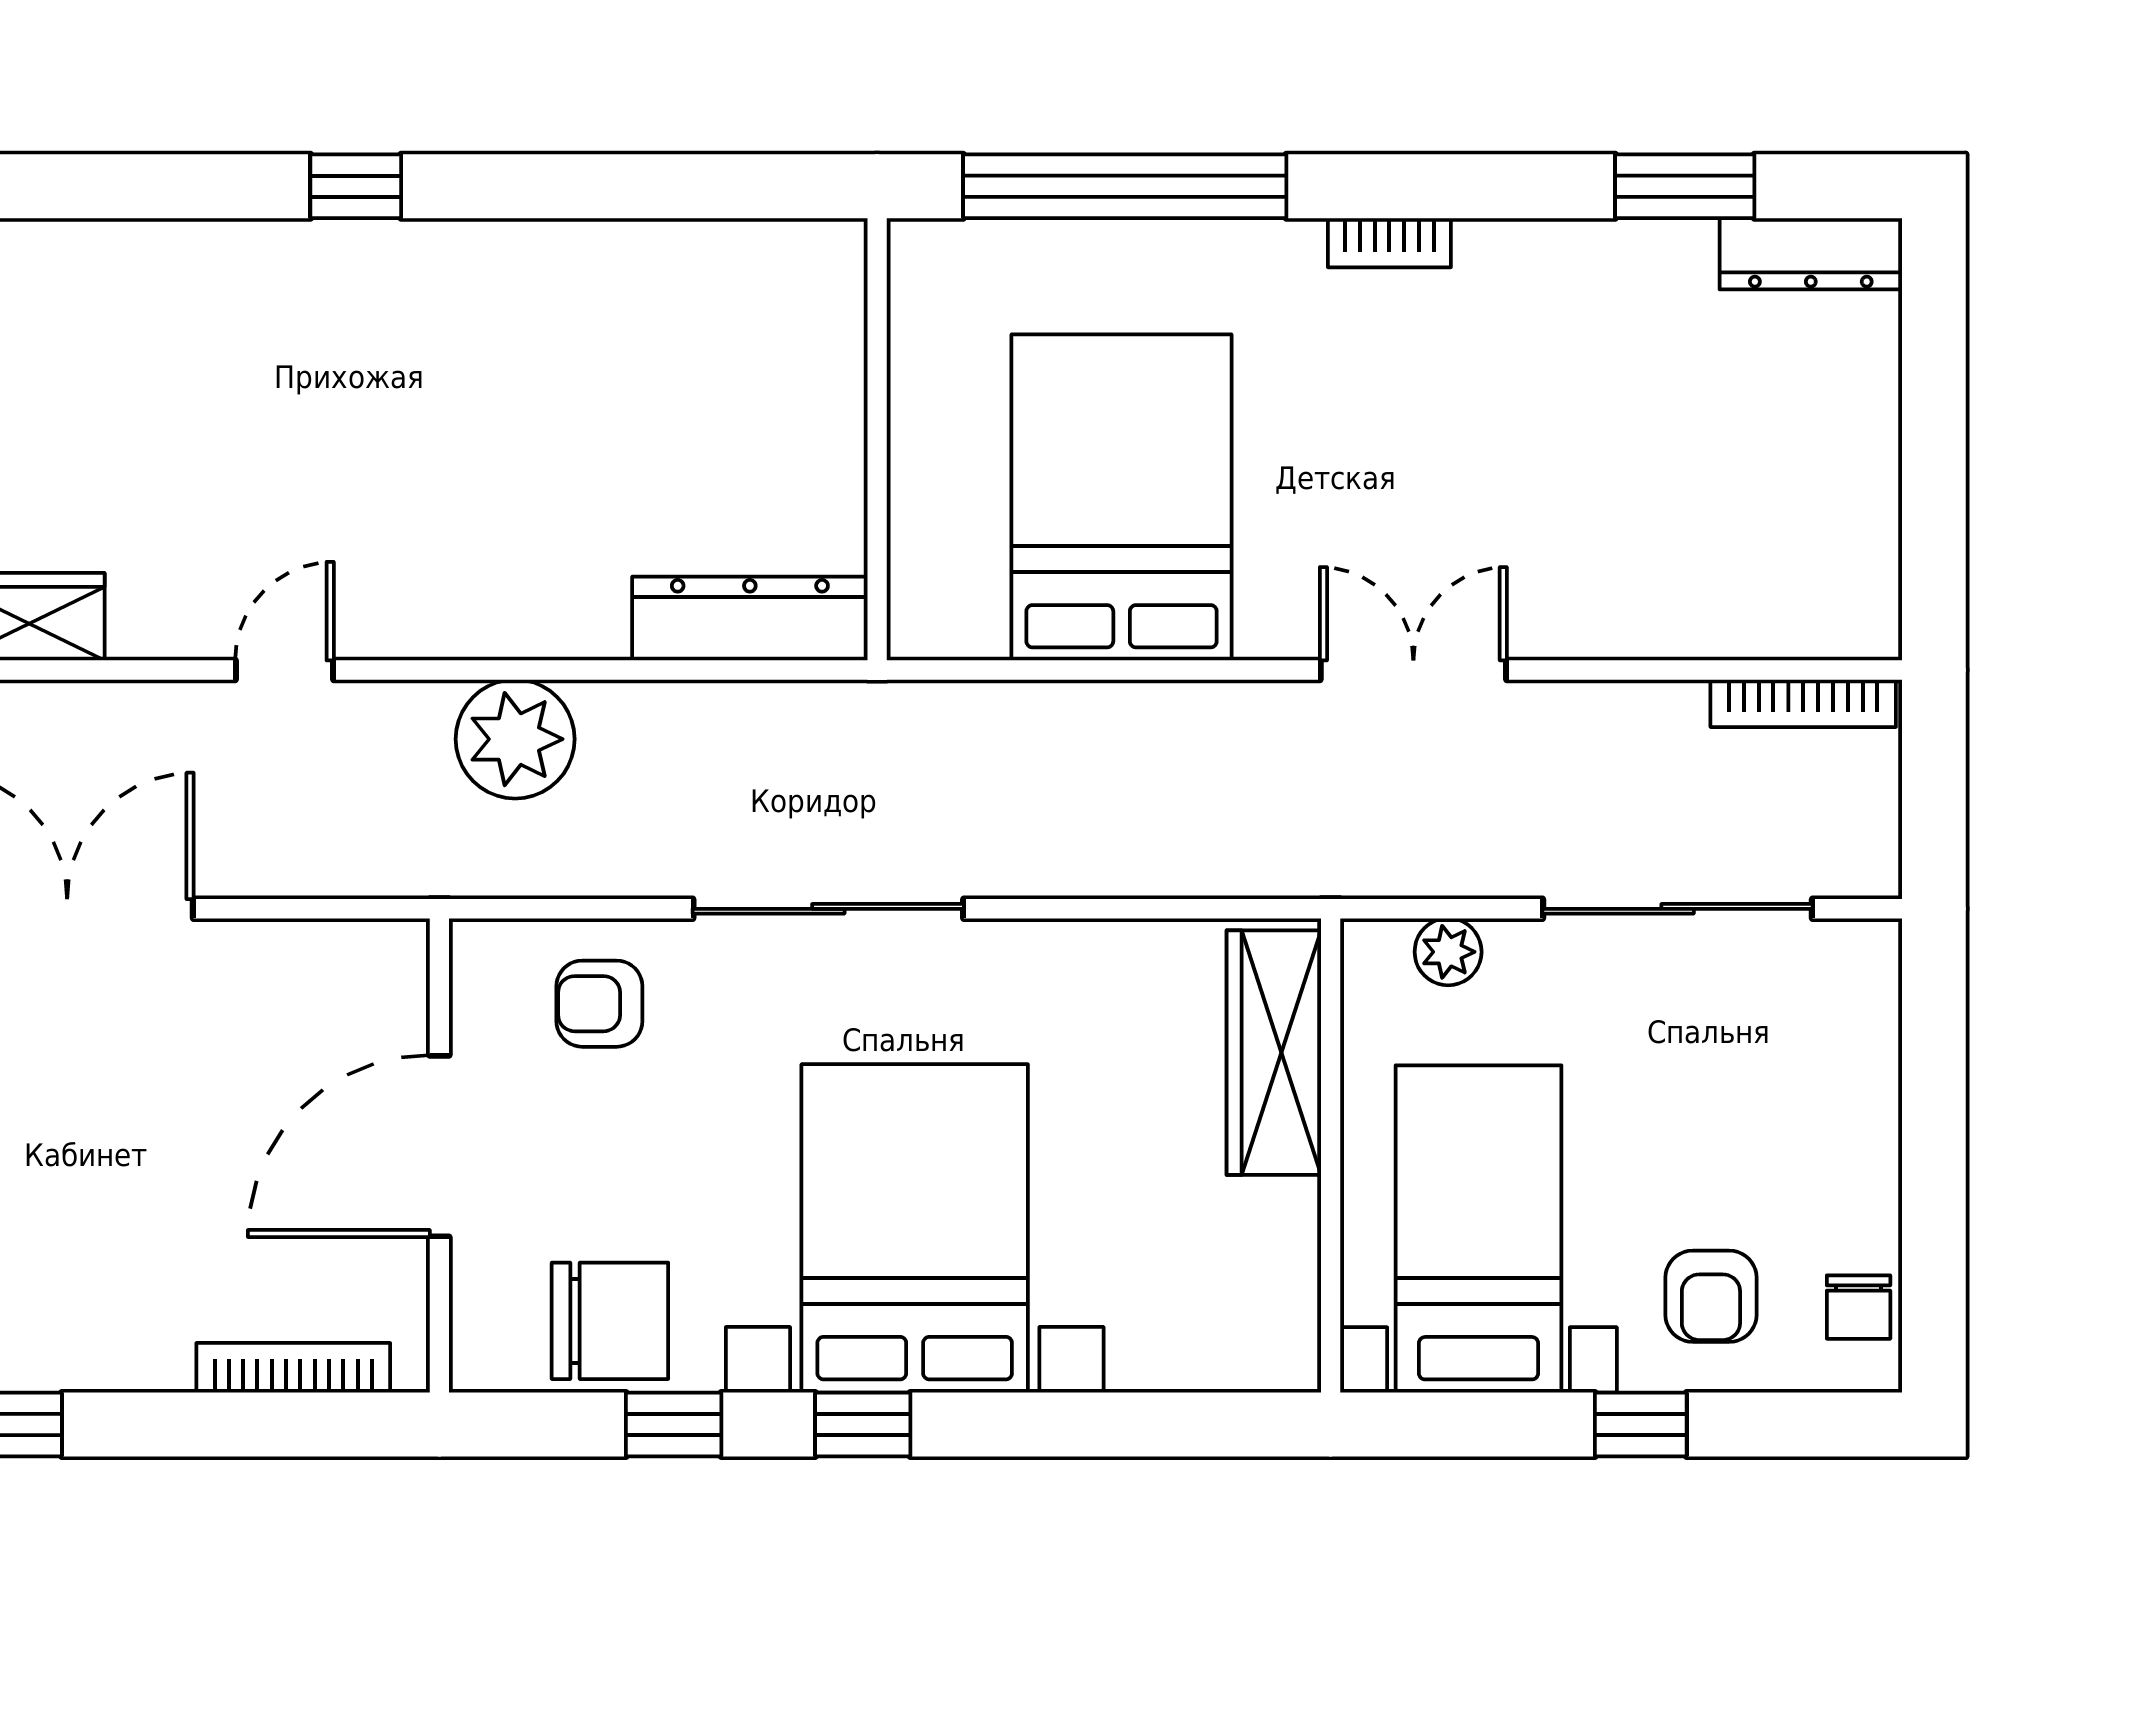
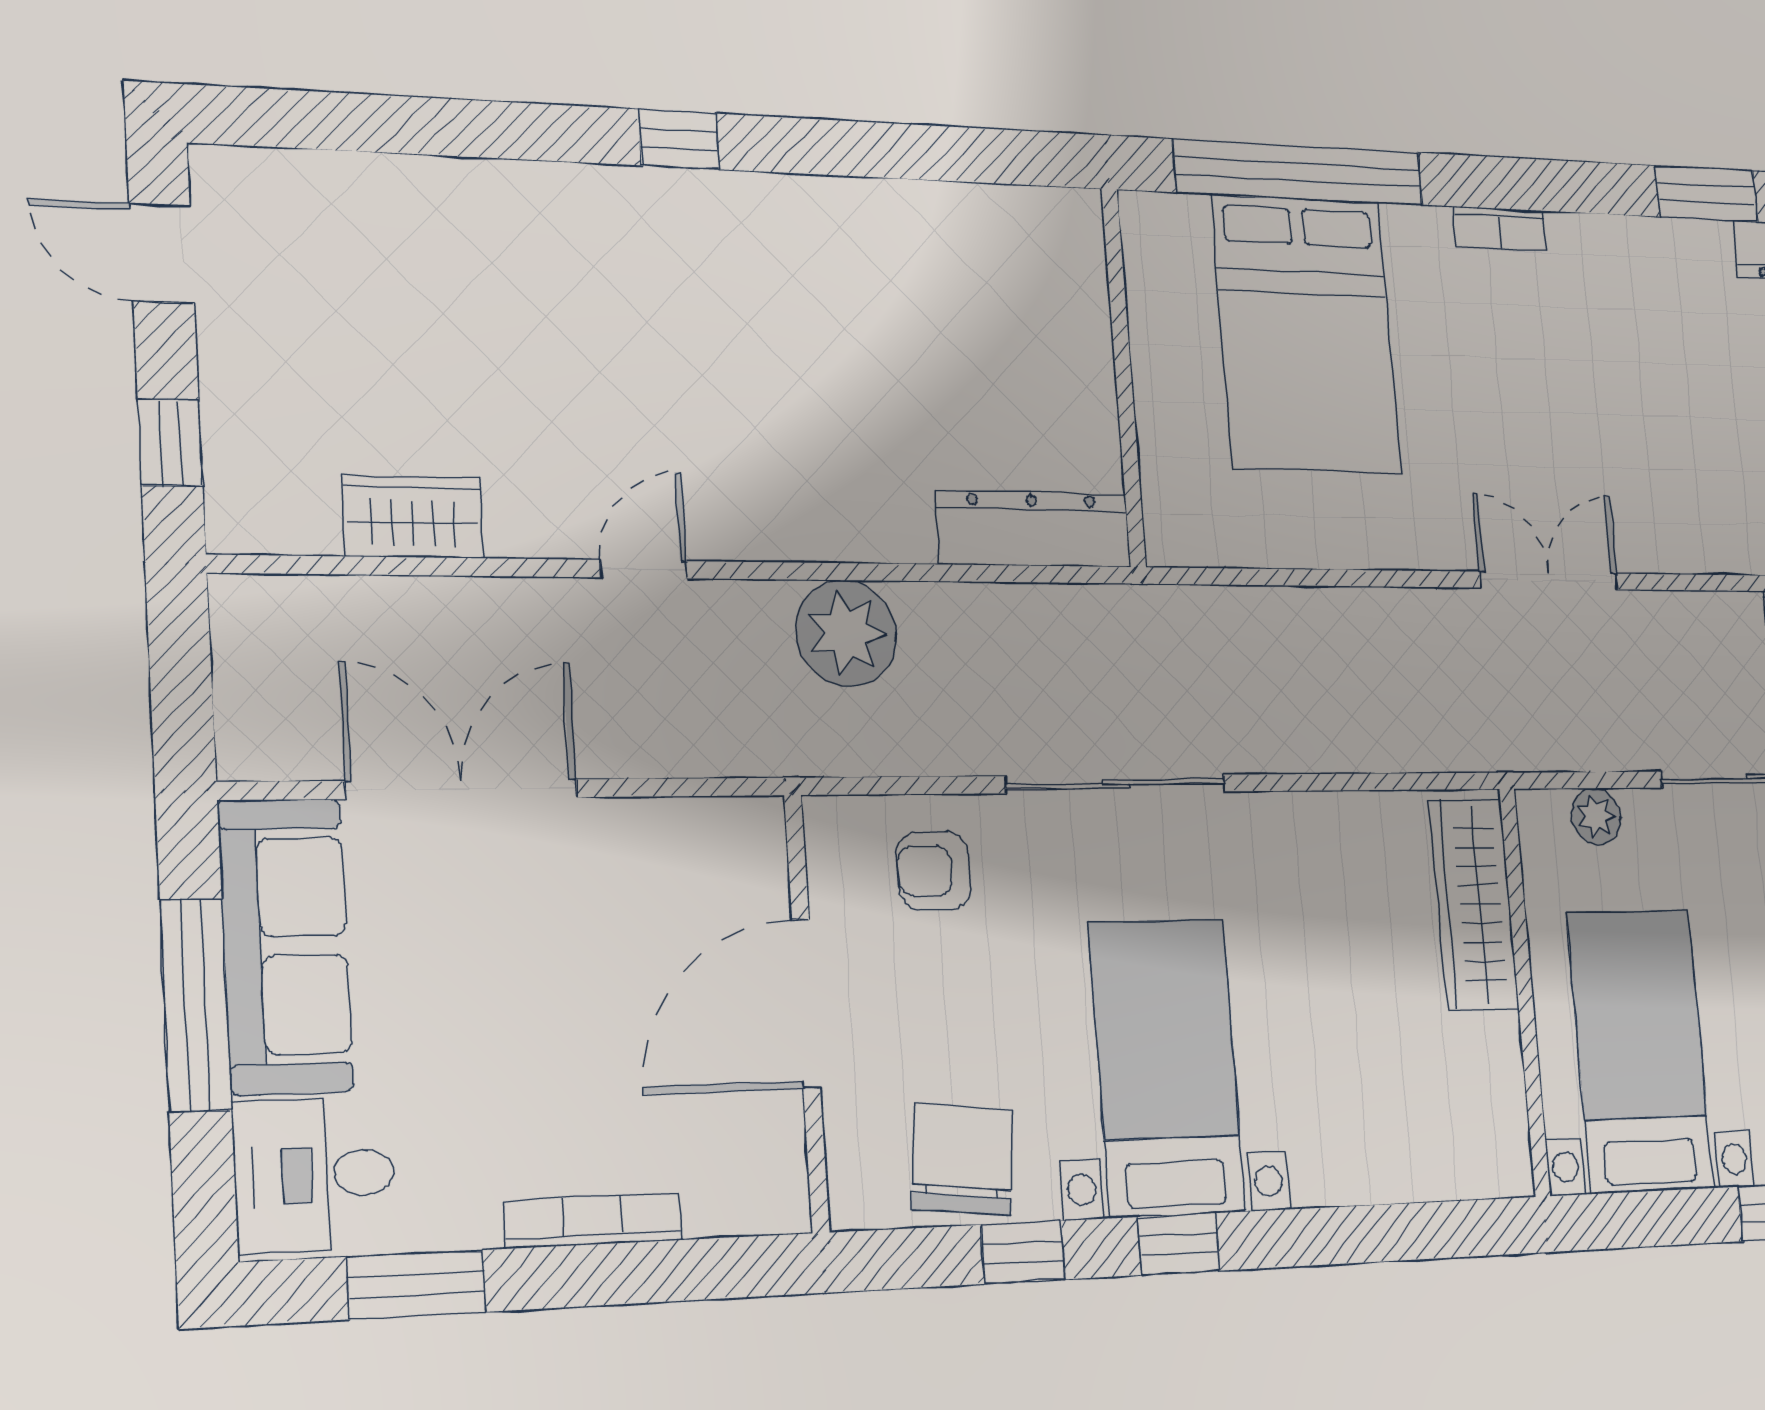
bed: (1122, 497) -> (1306, 334), moved, turned 180
bed with nightstands: (915, 1228) -> (1167, 1067), width x0.73
chair: (610, 1321) -> (963, 1159), turned -84
bookcase: (293, 1368) -> (593, 1221), moved

